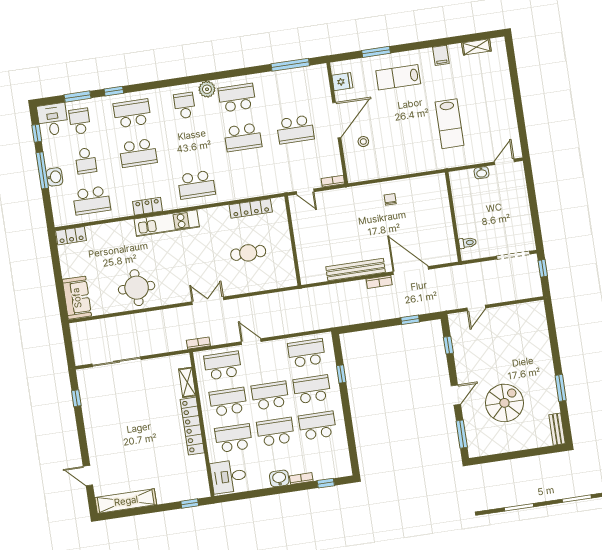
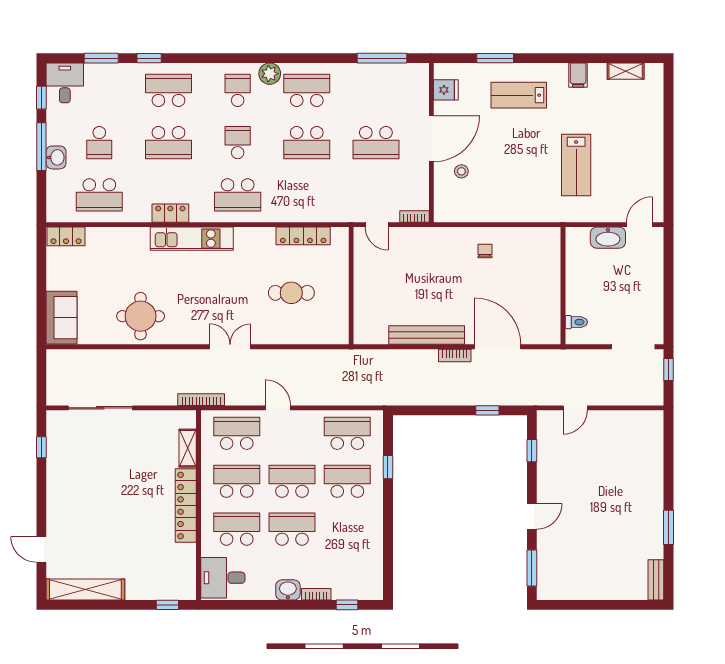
school desk: (80, 121) -> (238, 143), moved
washbasin: (482, 173) -> (608, 238), width x1.91, depth x1.45
bookcase: (198, 343) -> (201, 400), width x1.56
spiral stairs: (504, 403) -> (593, 536), removed
school desk: (317, 426) -> (347, 529), removed

